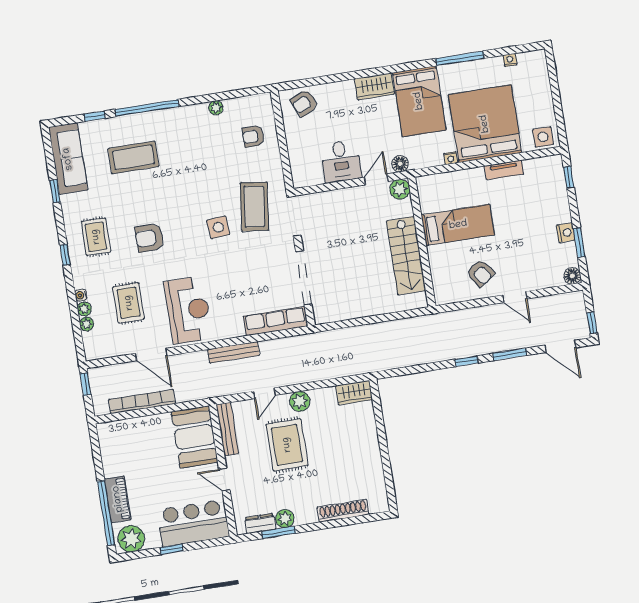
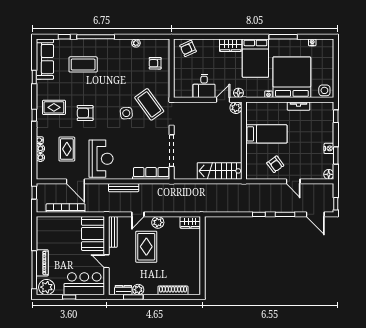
coffee table: (254, 207) -> (149, 104), turned -43
rug: (96, 237) -> (54, 107), turned 90
stairs: (406, 256) -> (220, 171), moved, turned 90

